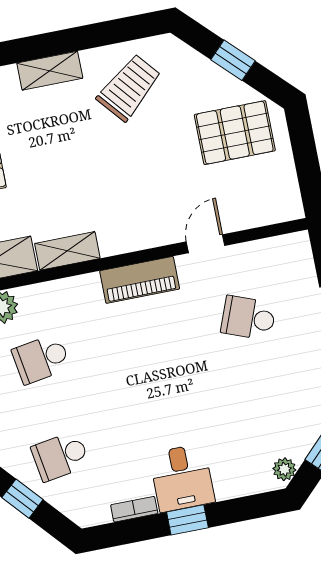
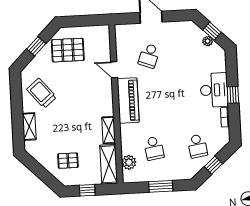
pallet: (235, 133) -> (68, 50), turned 90
piano: (140, 280) -> (128, 100), width x1.37, depth x1.33
plant: (284, 469) -> (208, 41), moved
desk: (182, 478) -> (214, 90), width x1.37

